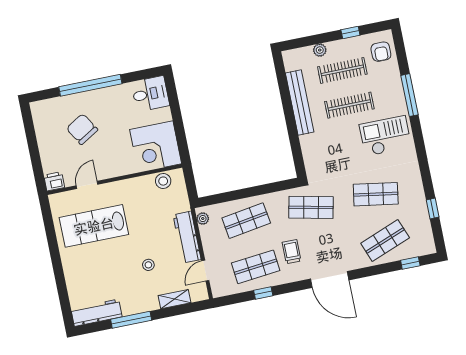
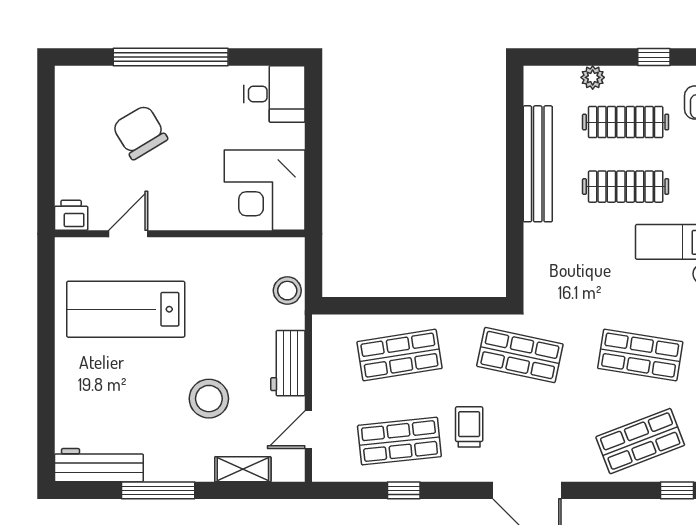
stool: (163, 181) -> (287, 291), moved
plant: (203, 219) -> (323, 336), removed
workbench: (187, 237) -> (288, 363), width x0.73
stool: (148, 265) -> (209, 399), width x1.89, depth x1.89

